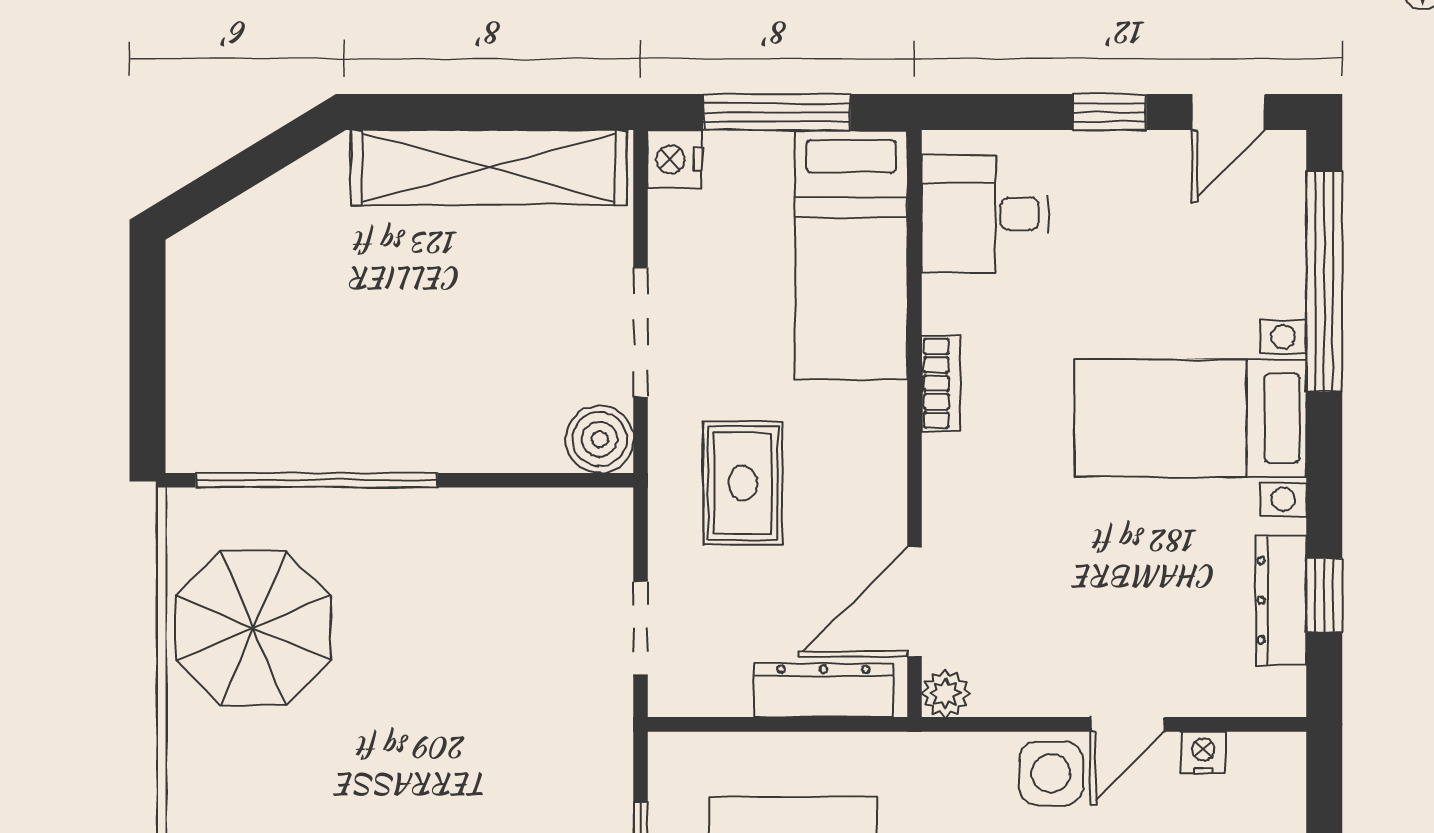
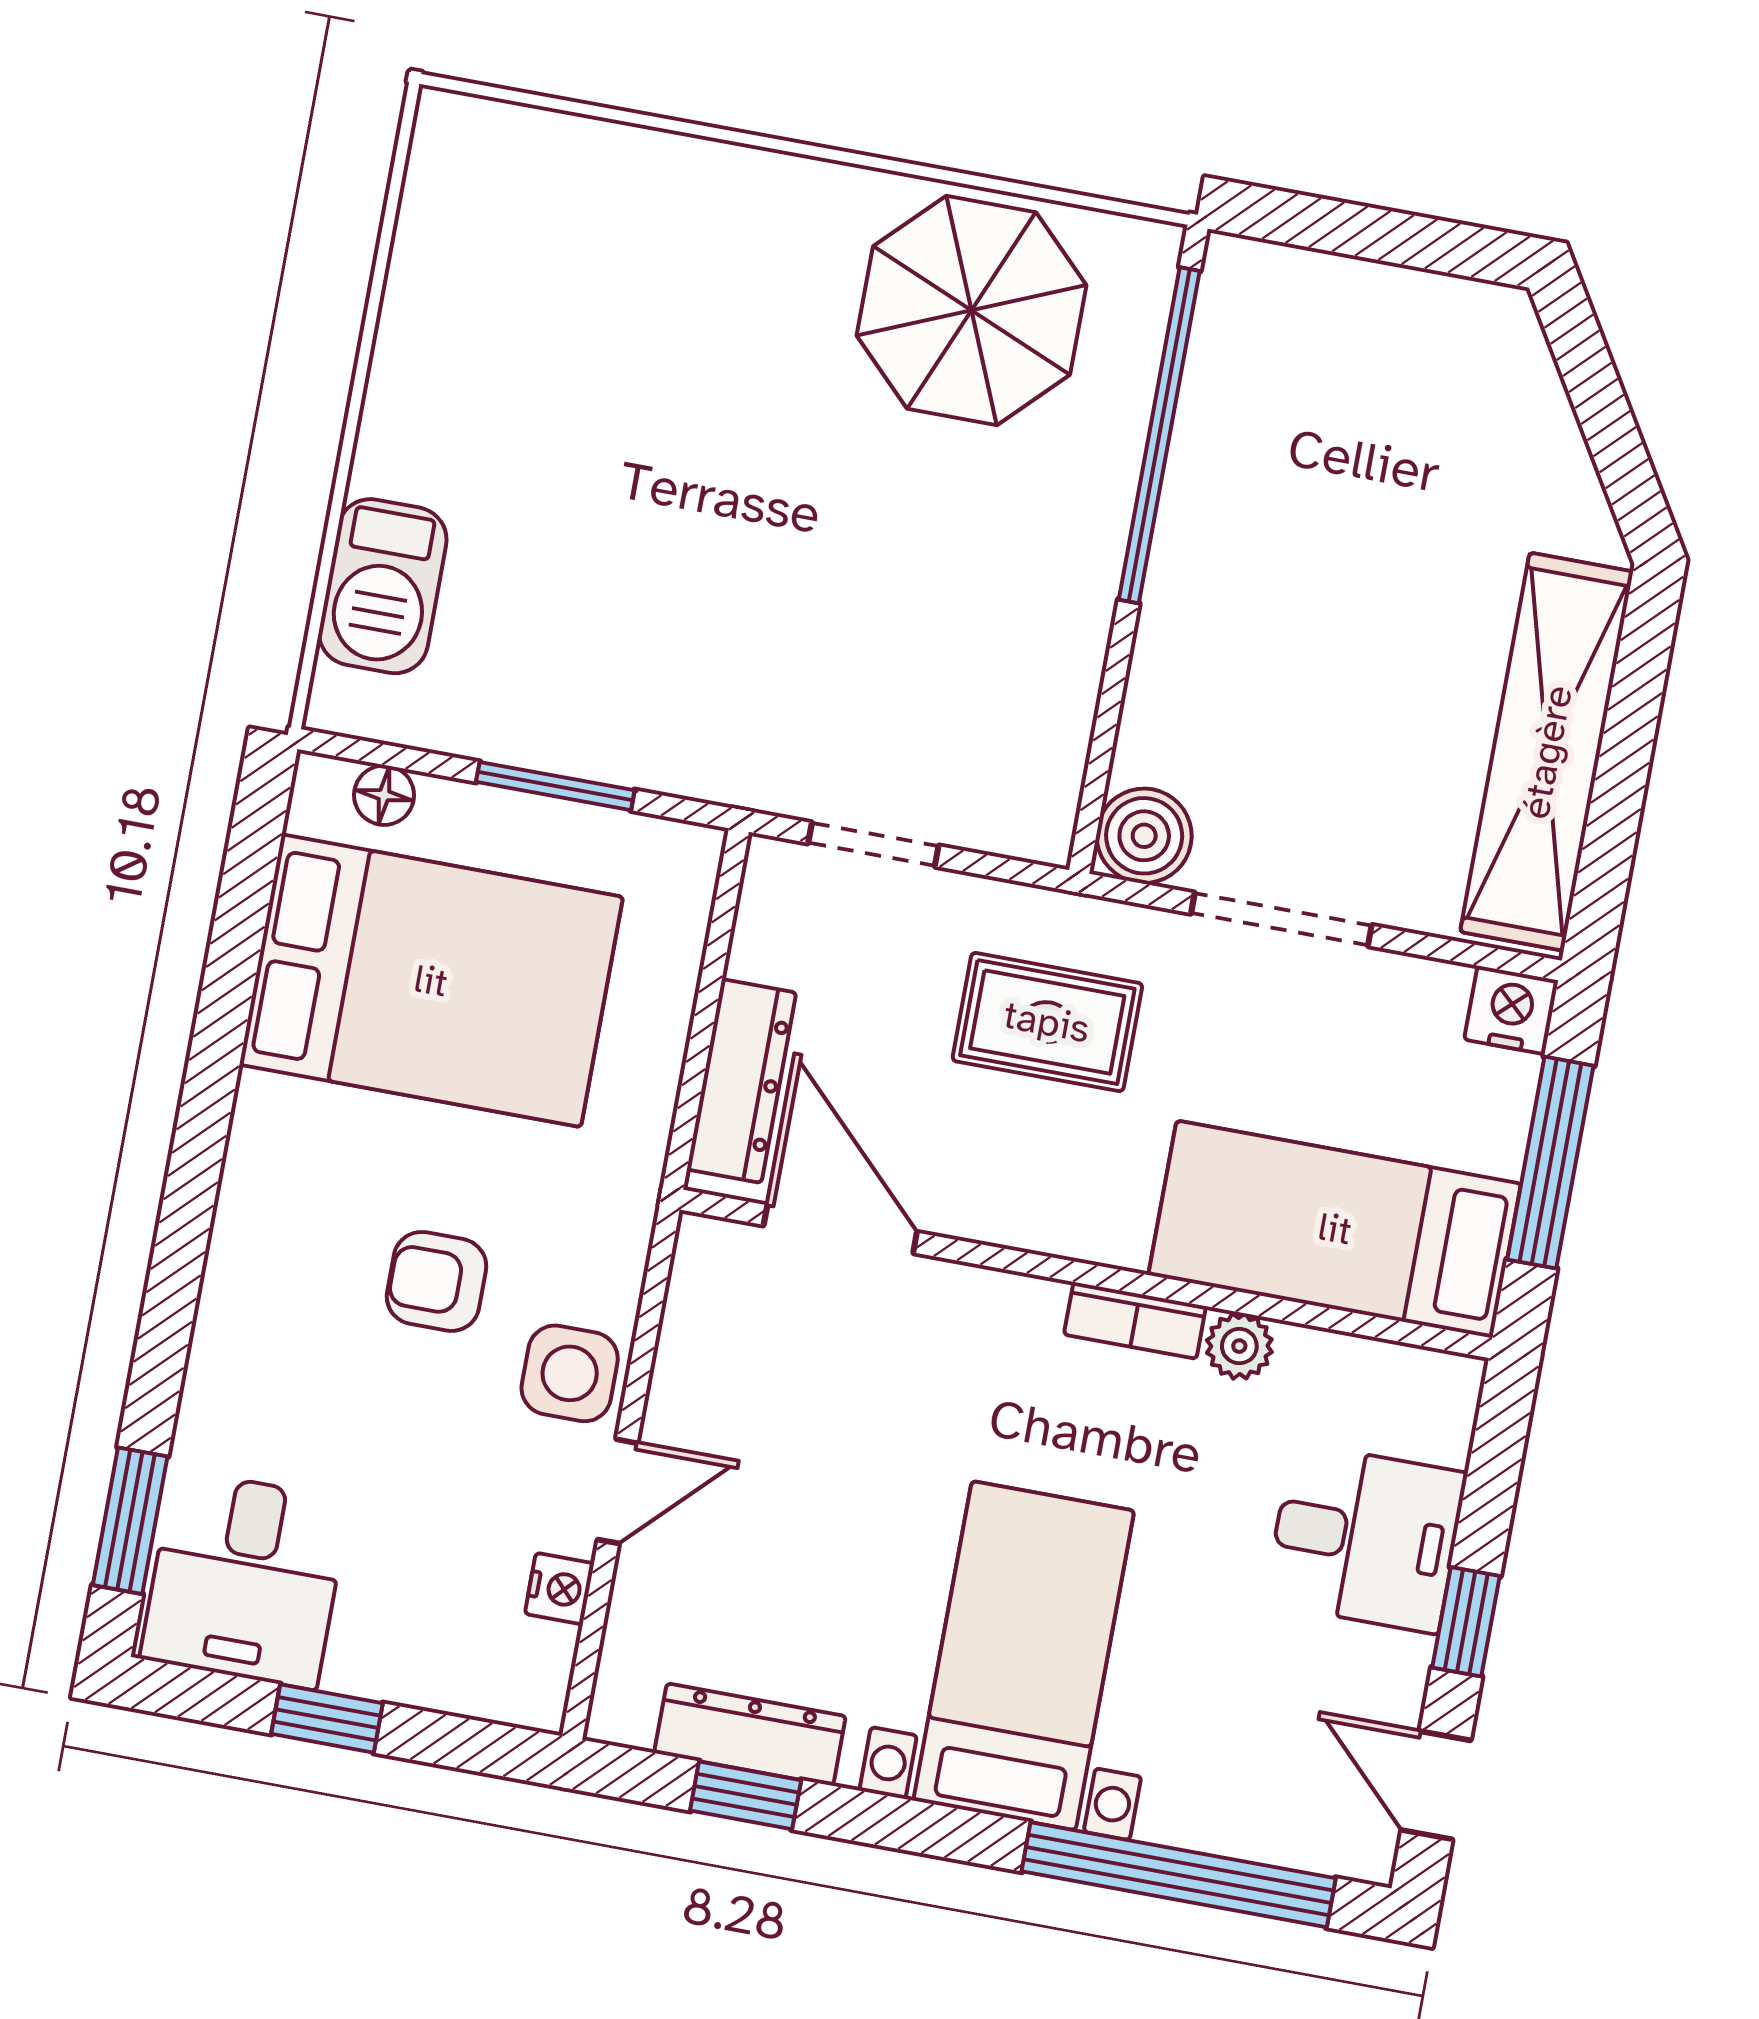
desk: (985, 214) -> (1365, 1538), moved, turned 90
plant: (945, 694) -> (1239, 1346), moved
door: (1127, 724) -> (617, 1491), swing flipped

